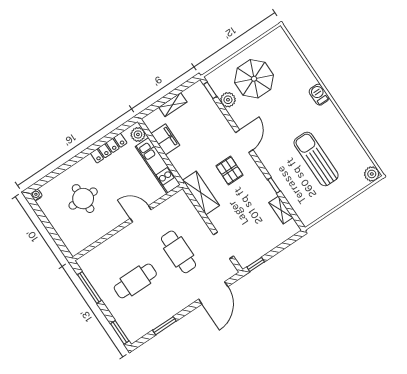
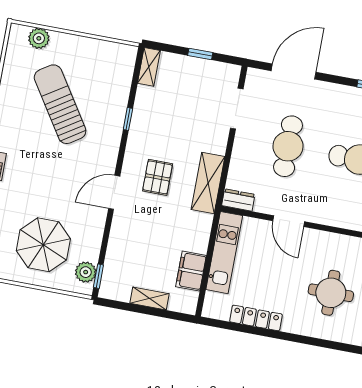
plant: (228, 100) -> (86, 272), moved
plant: (138, 134) -> (213, 303), removed
sun lounger: (316, 159) -> (60, 104), turned 147
plant: (372, 174) -> (39, 38), moved
dresser: (177, 199) -> (238, 200), added
shelving: (281, 210) -> (149, 67), moved
window: (256, 264) -> (200, 54), moved

